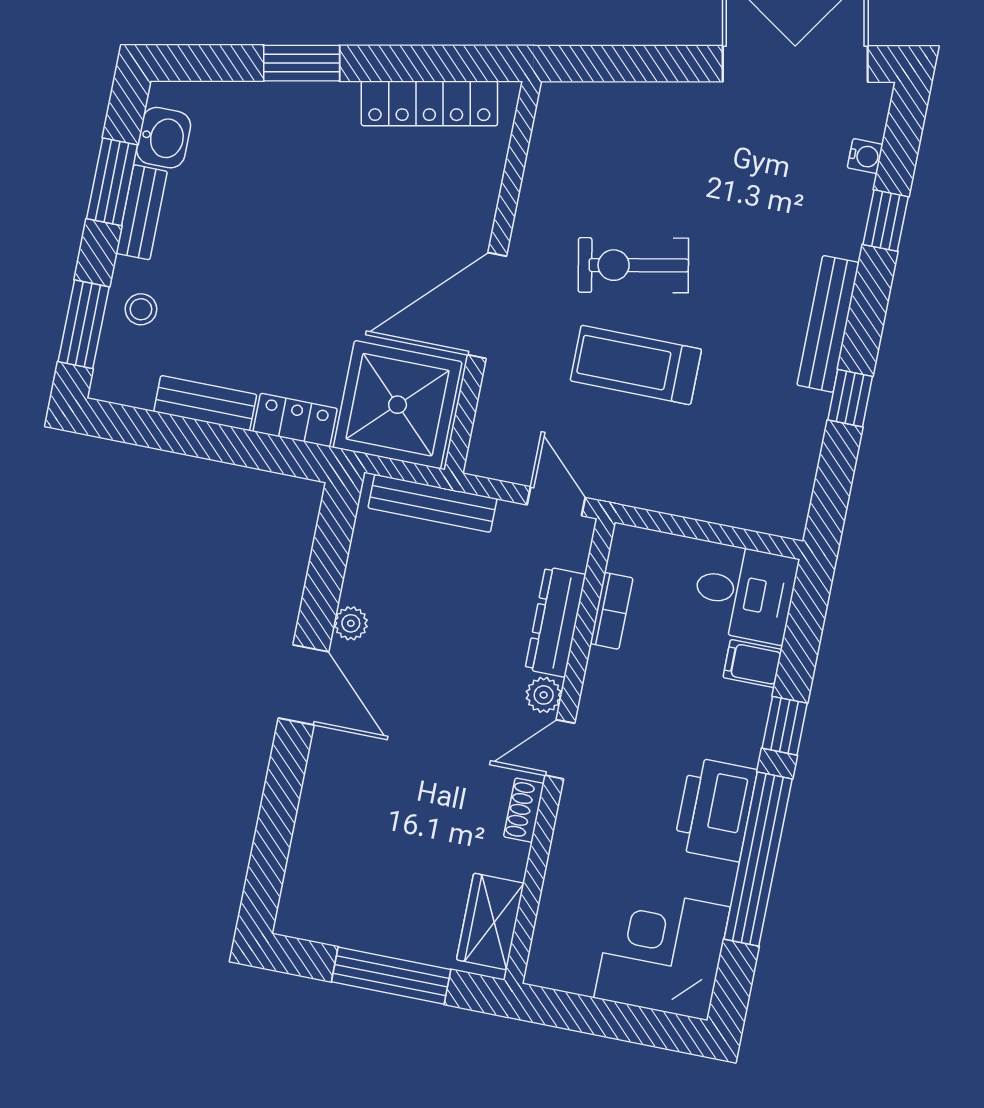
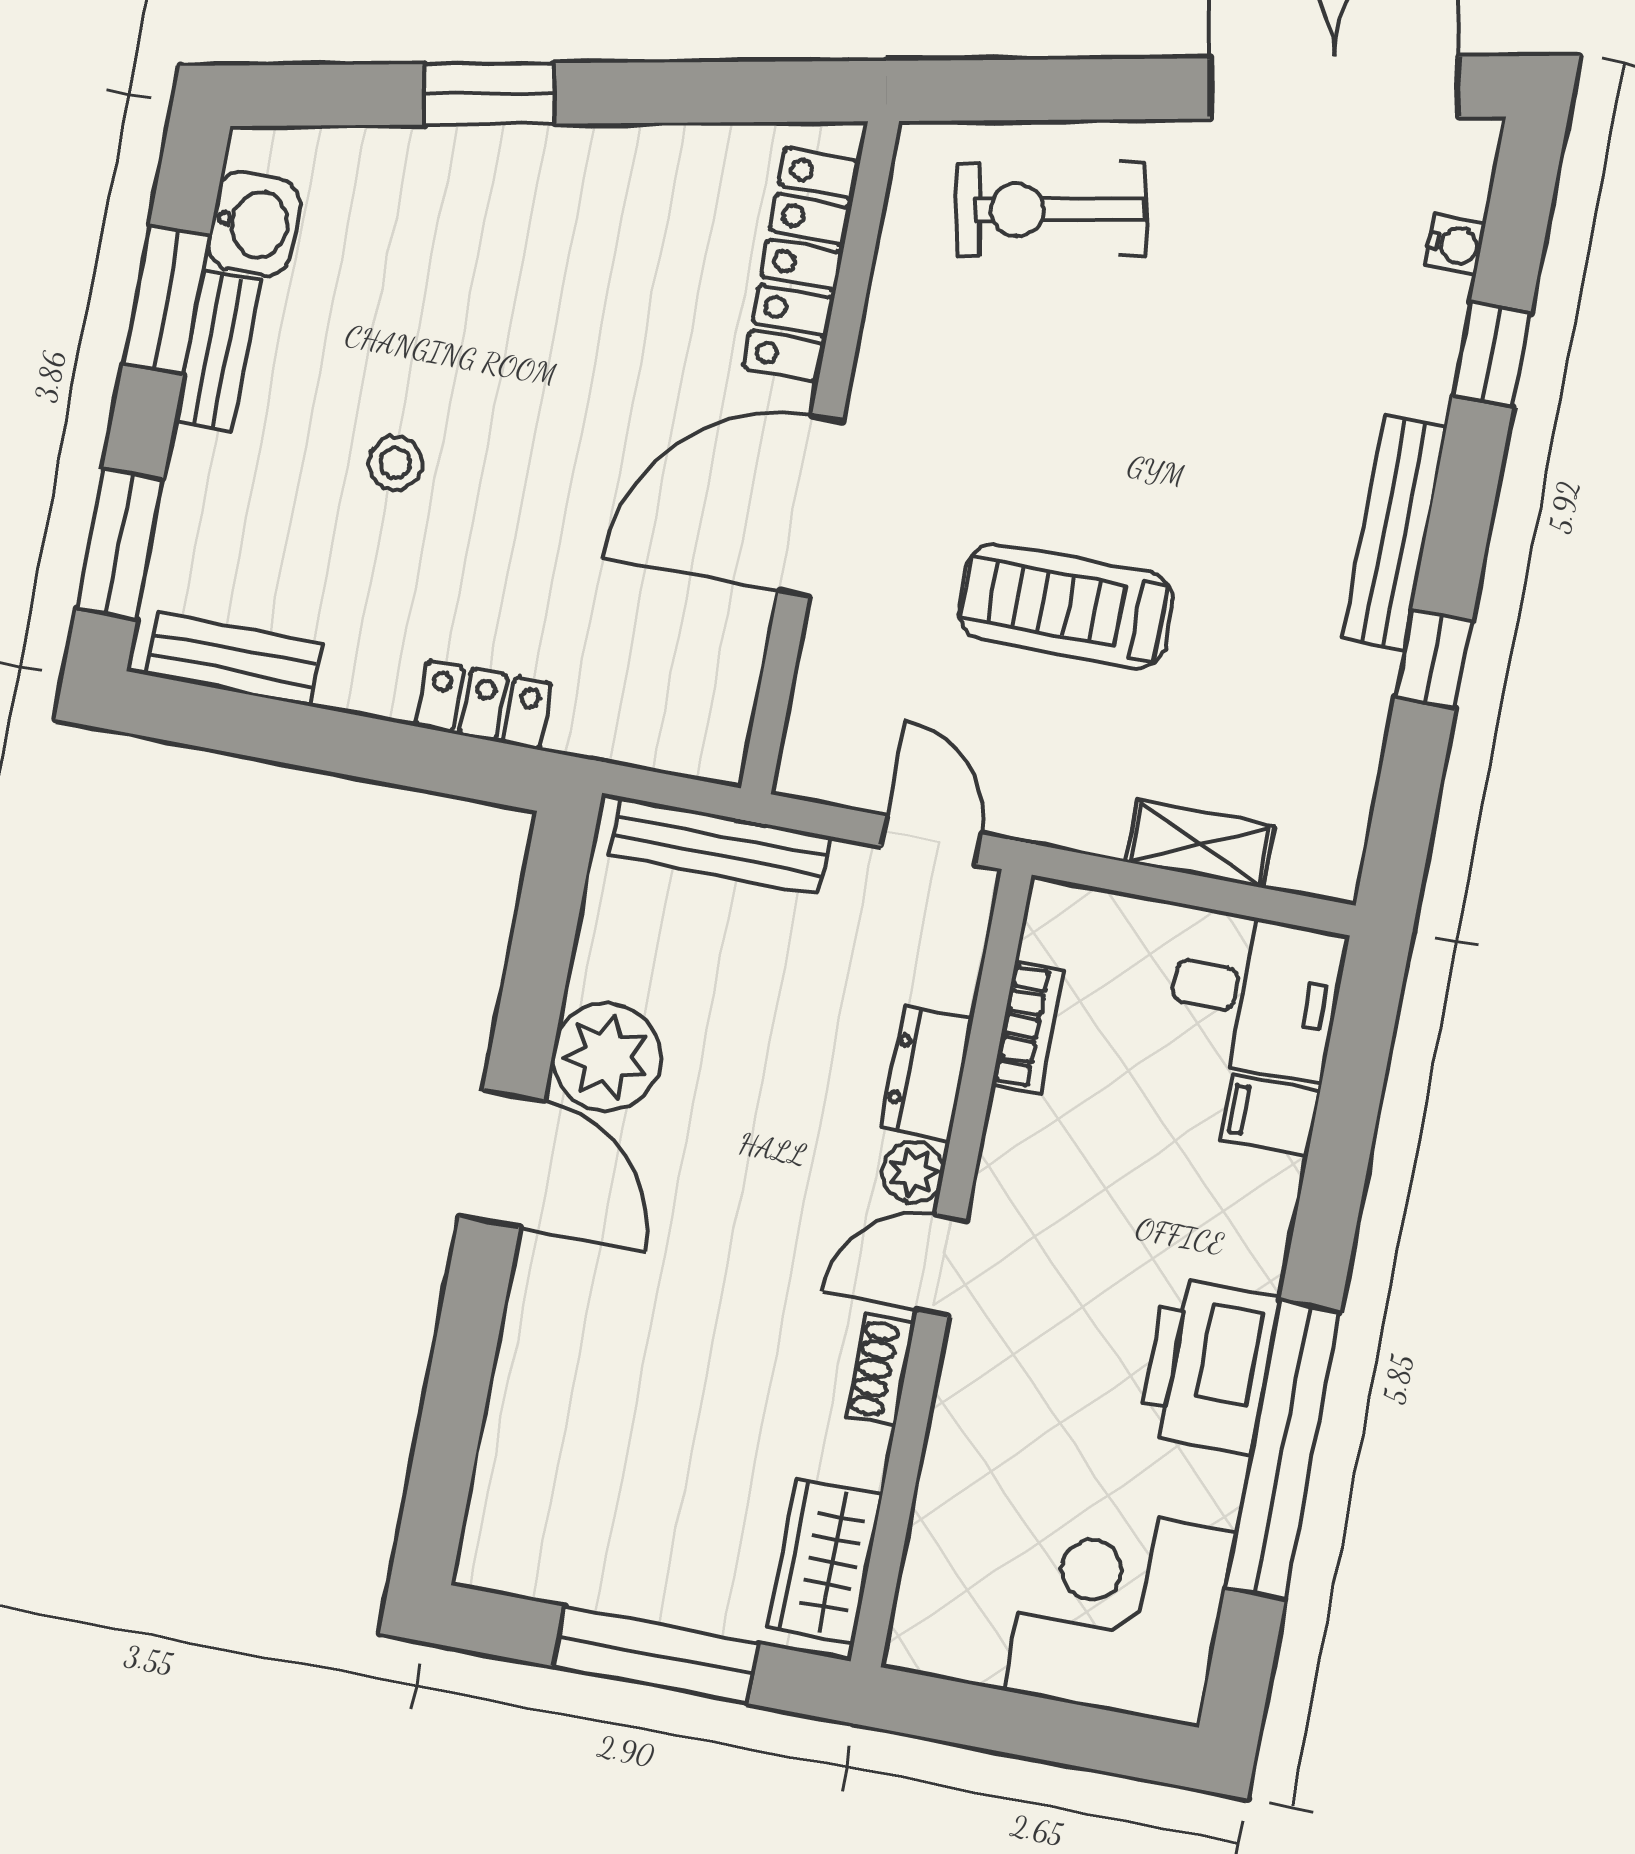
locker: (429, 103) -> (802, 265), moved, turned 101
exercise bike: (633, 265) -> (1051, 210), moved
stool: (141, 309) -> (395, 463), moved
bench: (205, 403) -> (233, 659), moved
shower: (398, 405) -> (658, 677), removed
shelving: (713, 505) -> (1200, 844), added
dresser: (555, 622) -> (927, 1074), width x0.70
plant: (351, 623) -> (606, 1057), width x1.87, depth x1.87
window: (785, 726) -> (1326, 1221), removed

